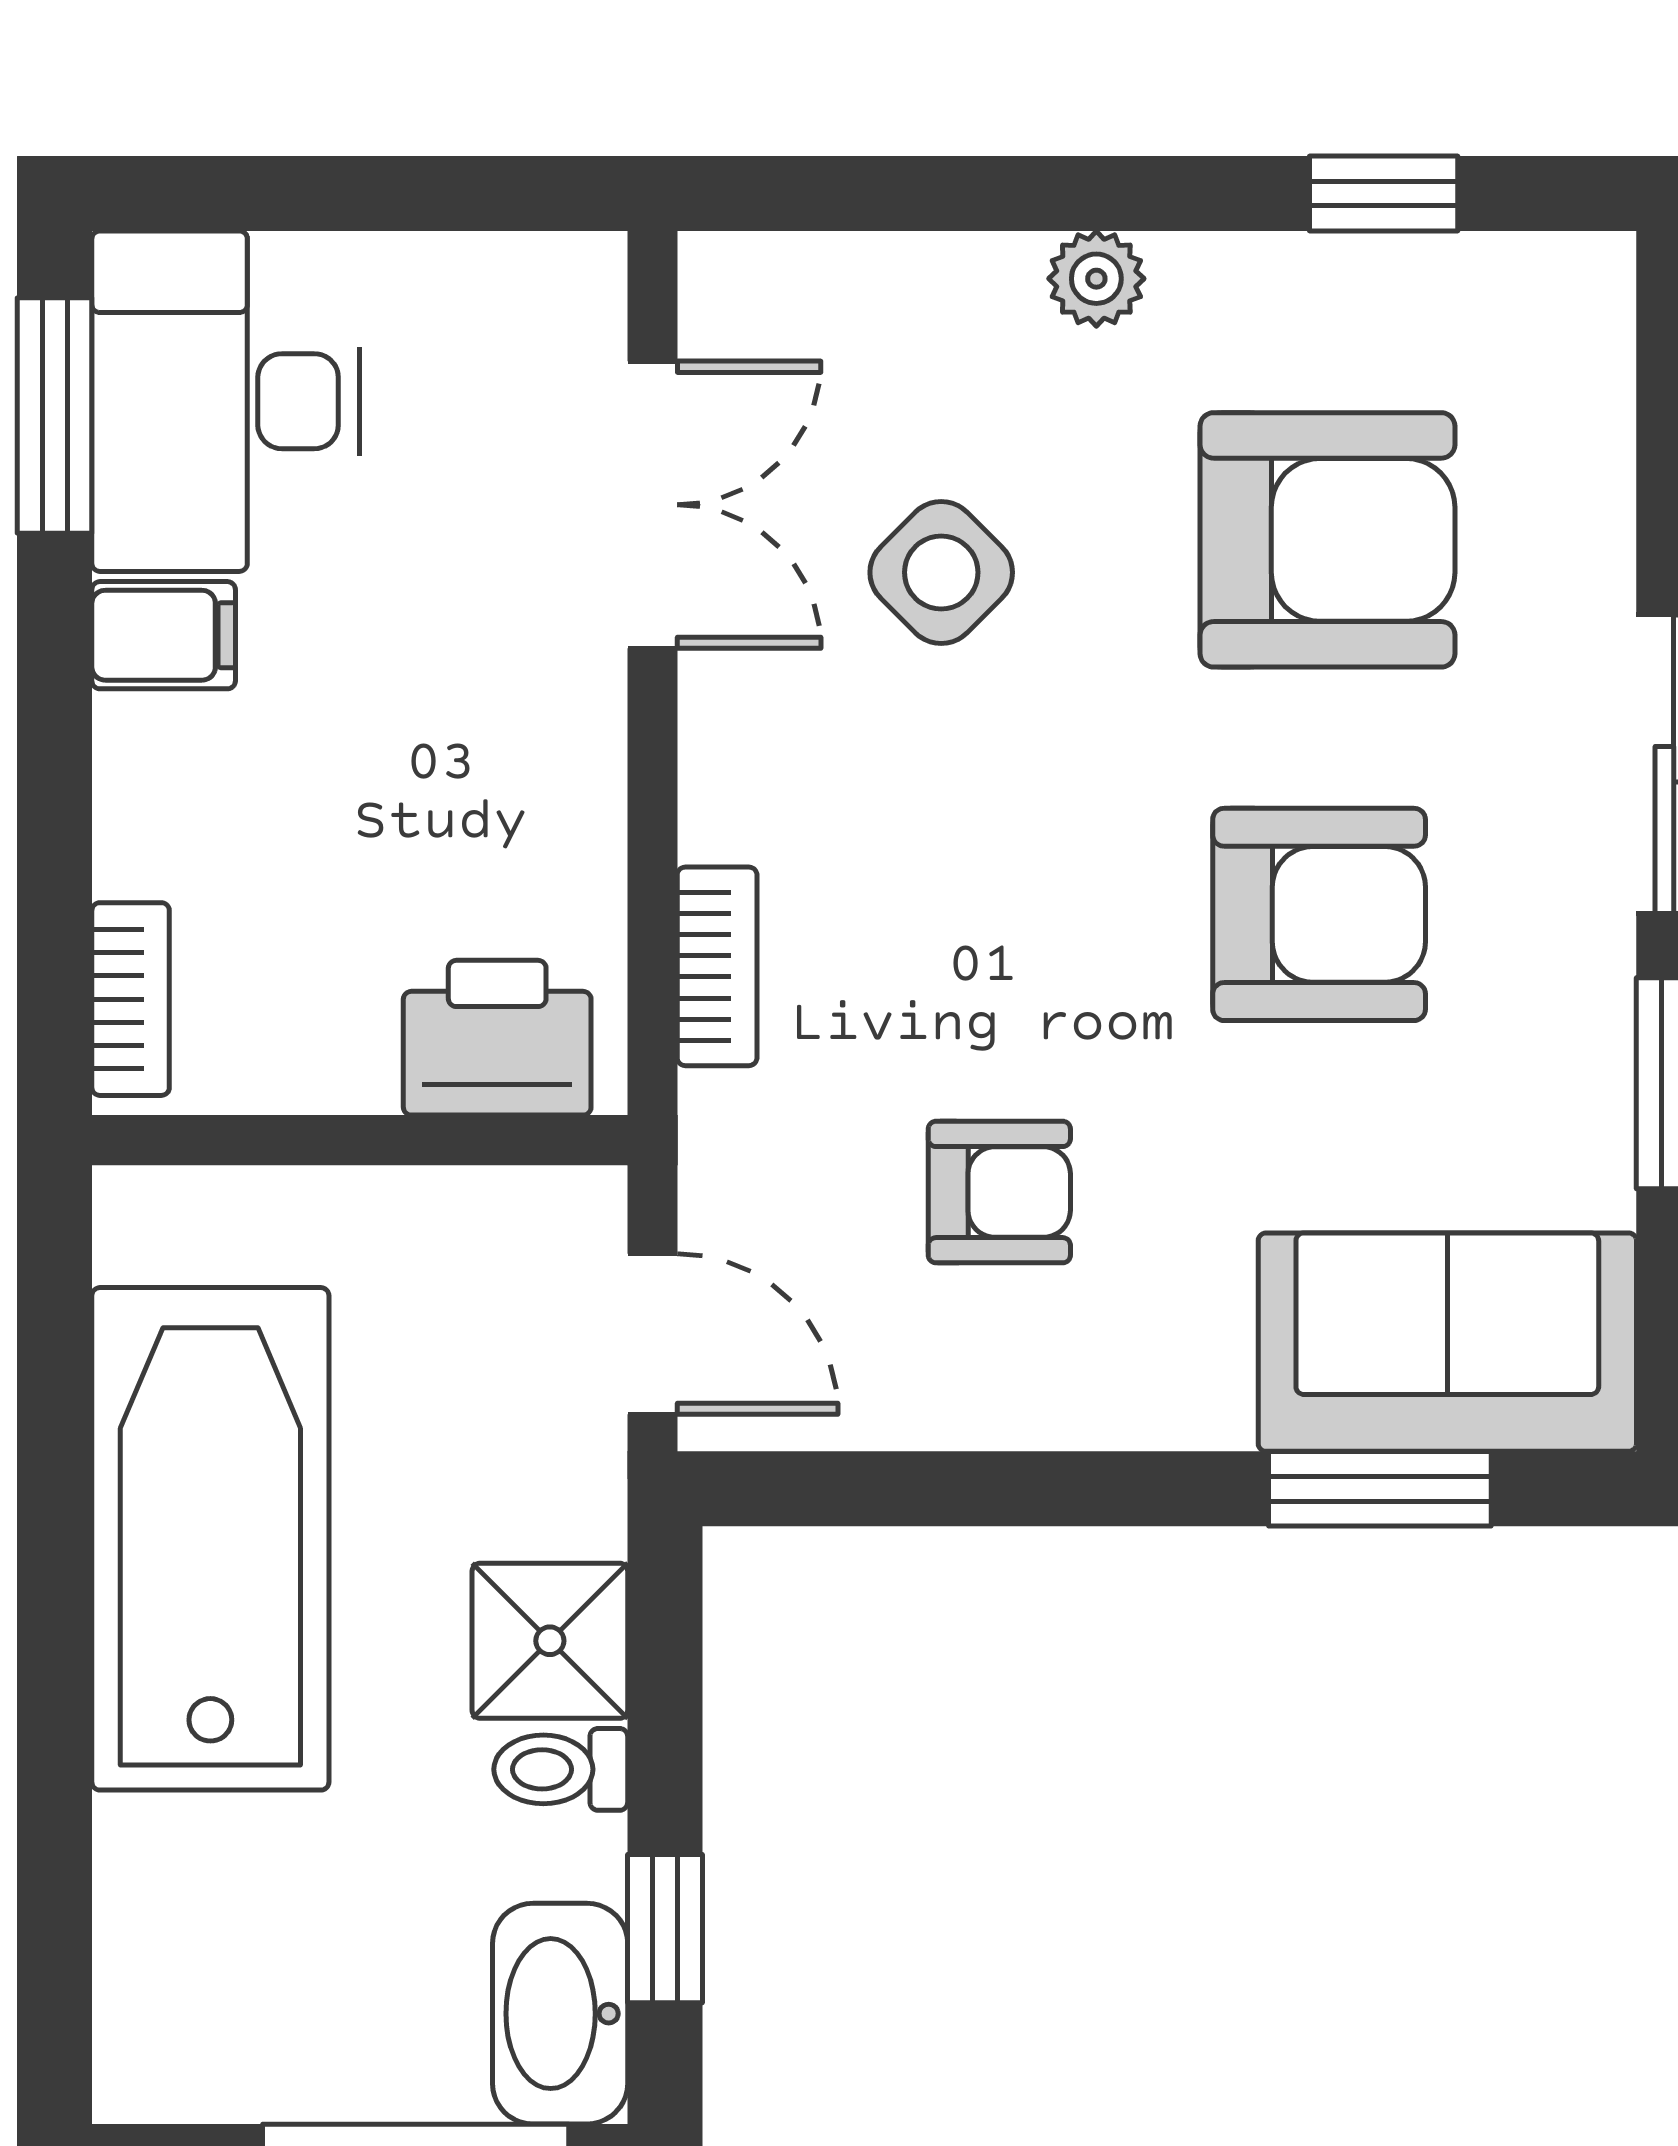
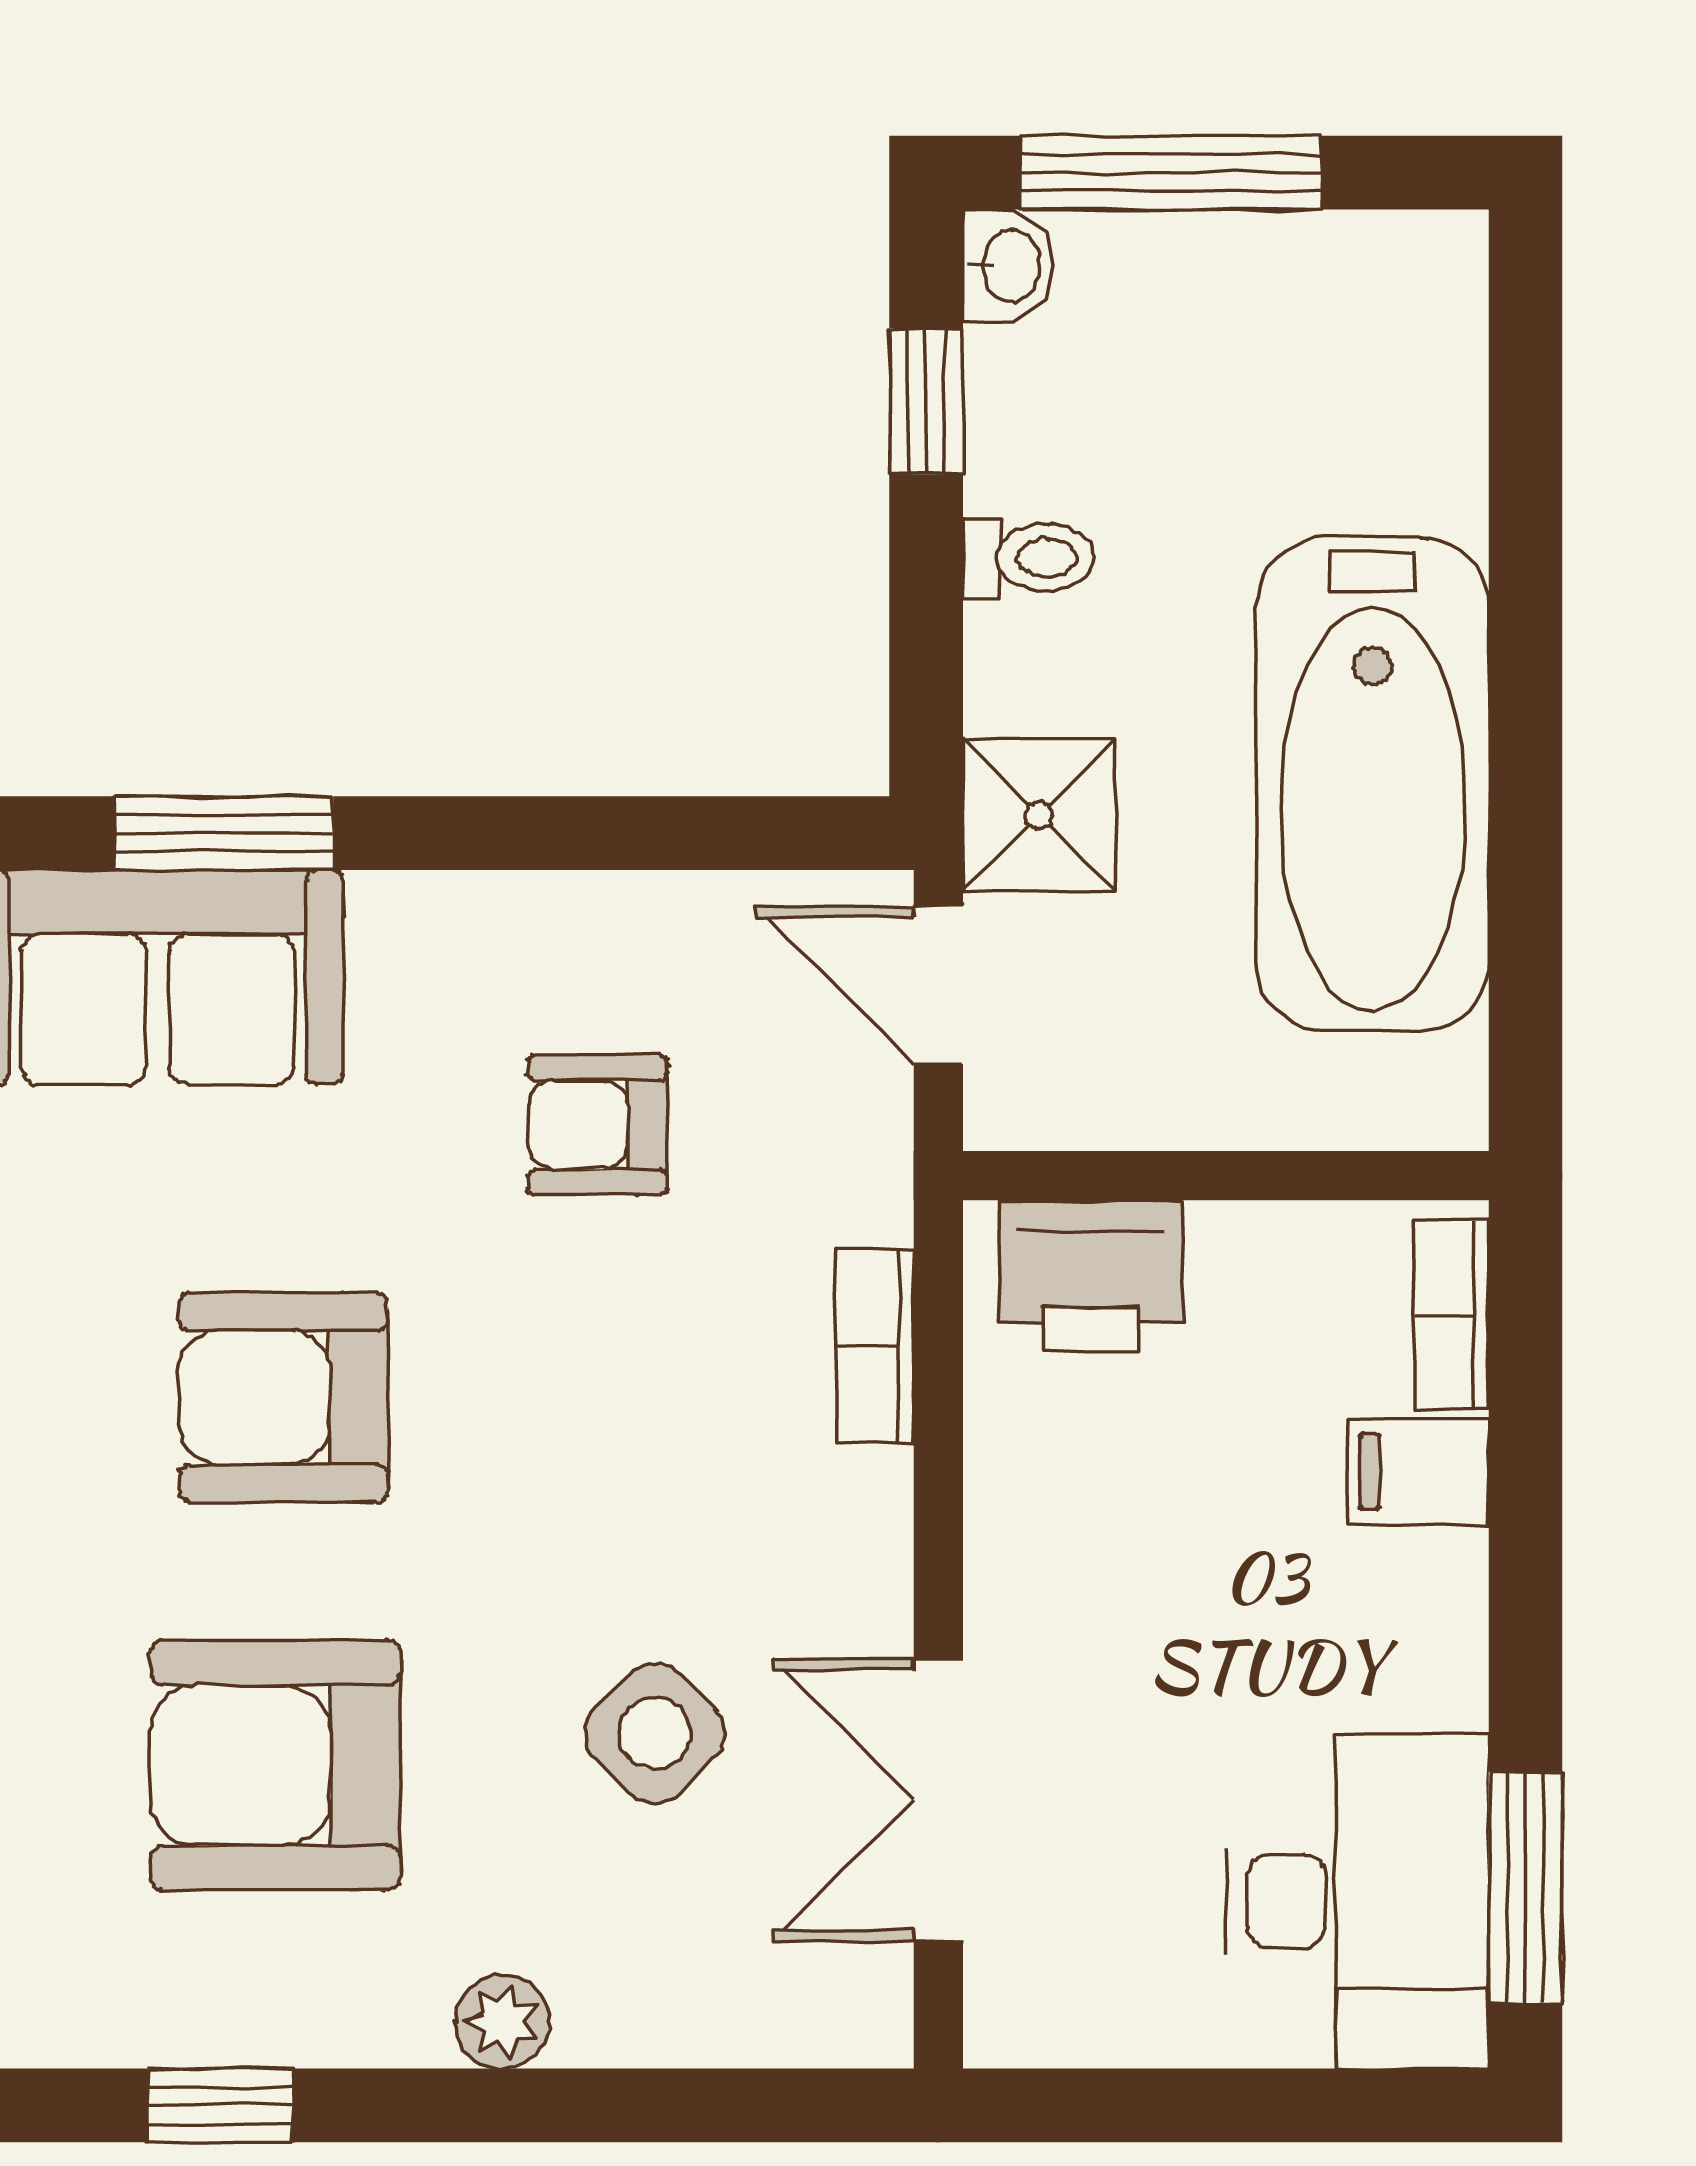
filing cabinet: (164, 635) -> (1418, 1472), moved
shower: (550, 1641) -> (1039, 815), moved
washbasin: (560, 2014) -> (1009, 266), width x0.52, depth x0.69

